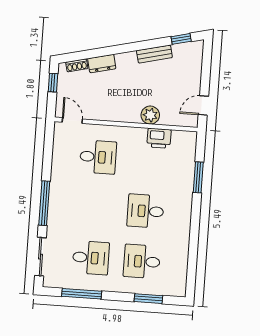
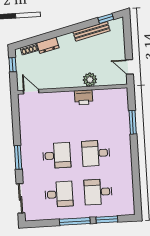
bench: (154, 54) -> (92, 31), width x1.36
door: (203, 105) -> (129, 67), hinge flipped
printer: (159, 138) -> (84, 97), moved
desk: (98, 157) -> (57, 155), moved
window: (44, 203) -> (18, 157), width x0.69
window: (82, 294) -> (75, 221), moved

